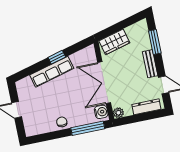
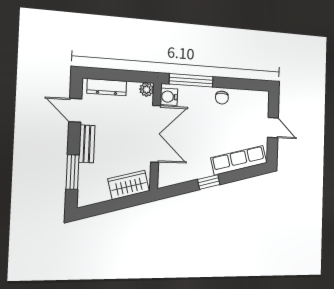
row of seats: (52, 72) -> (239, 160), moved

